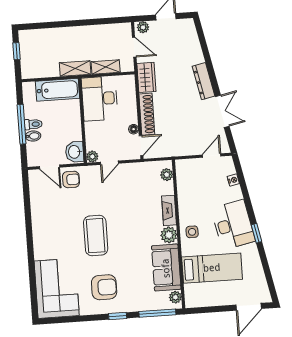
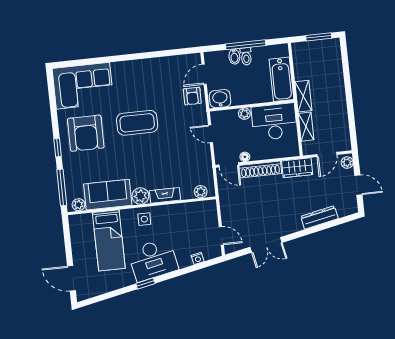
window: (16, 51) -> (319, 37), width x1.50
dresser: (204, 81) -> (319, 217), moved
plant: (92, 157) -> (244, 114), moved
armchair: (104, 287) -> (86, 133), width x1.36, depth x1.36

